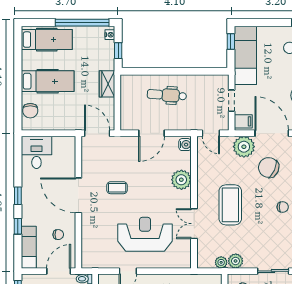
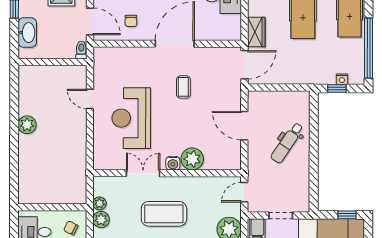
nightstand: (110, 35) -> (342, 79), moved
wardrobe: (107, 84) -> (256, 32), moved, turned 90
dental chair: (167, 95) -> (287, 143), turned -150
water cooler: (185, 145) -> (173, 163), moved
reception desk: (145, 234) -> (131, 118), turned 180

